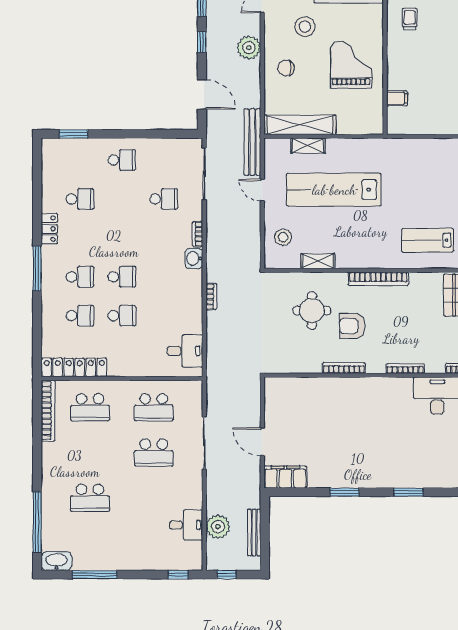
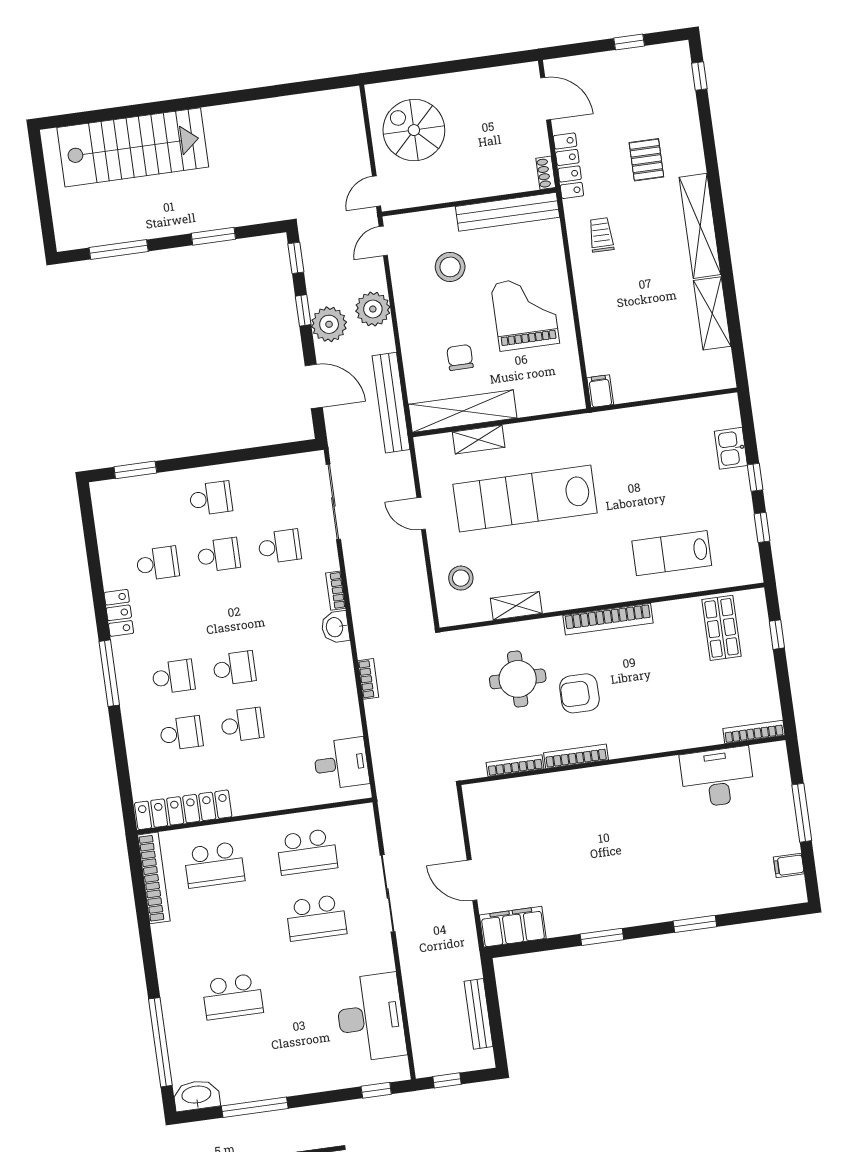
chair: (286, 68) -> (460, 357), moved, turned 90
filing cabinet: (397, 98) -> (600, 391), moved, turned -90
bench: (252, 142) -> (391, 403), moved
school desk: (122, 199) -> (219, 555), added
bookcase: (405, 369) -> (515, 766), moved
desk: (186, 525) -> (371, 1017), width x1.87, depth x1.30
plant: (218, 527) -> (329, 324), moved

